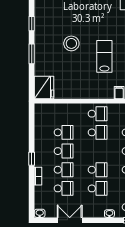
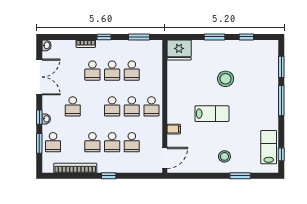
window: (32, 126) -> (139, 37), added
school desk: (98, 170) -> (112, 106), moved
school desk: (64, 188) -> (73, 71), removed
double door: (70, 220) -> (39, 77), width x1.37
window: (108, 220) -> (39, 117), added

